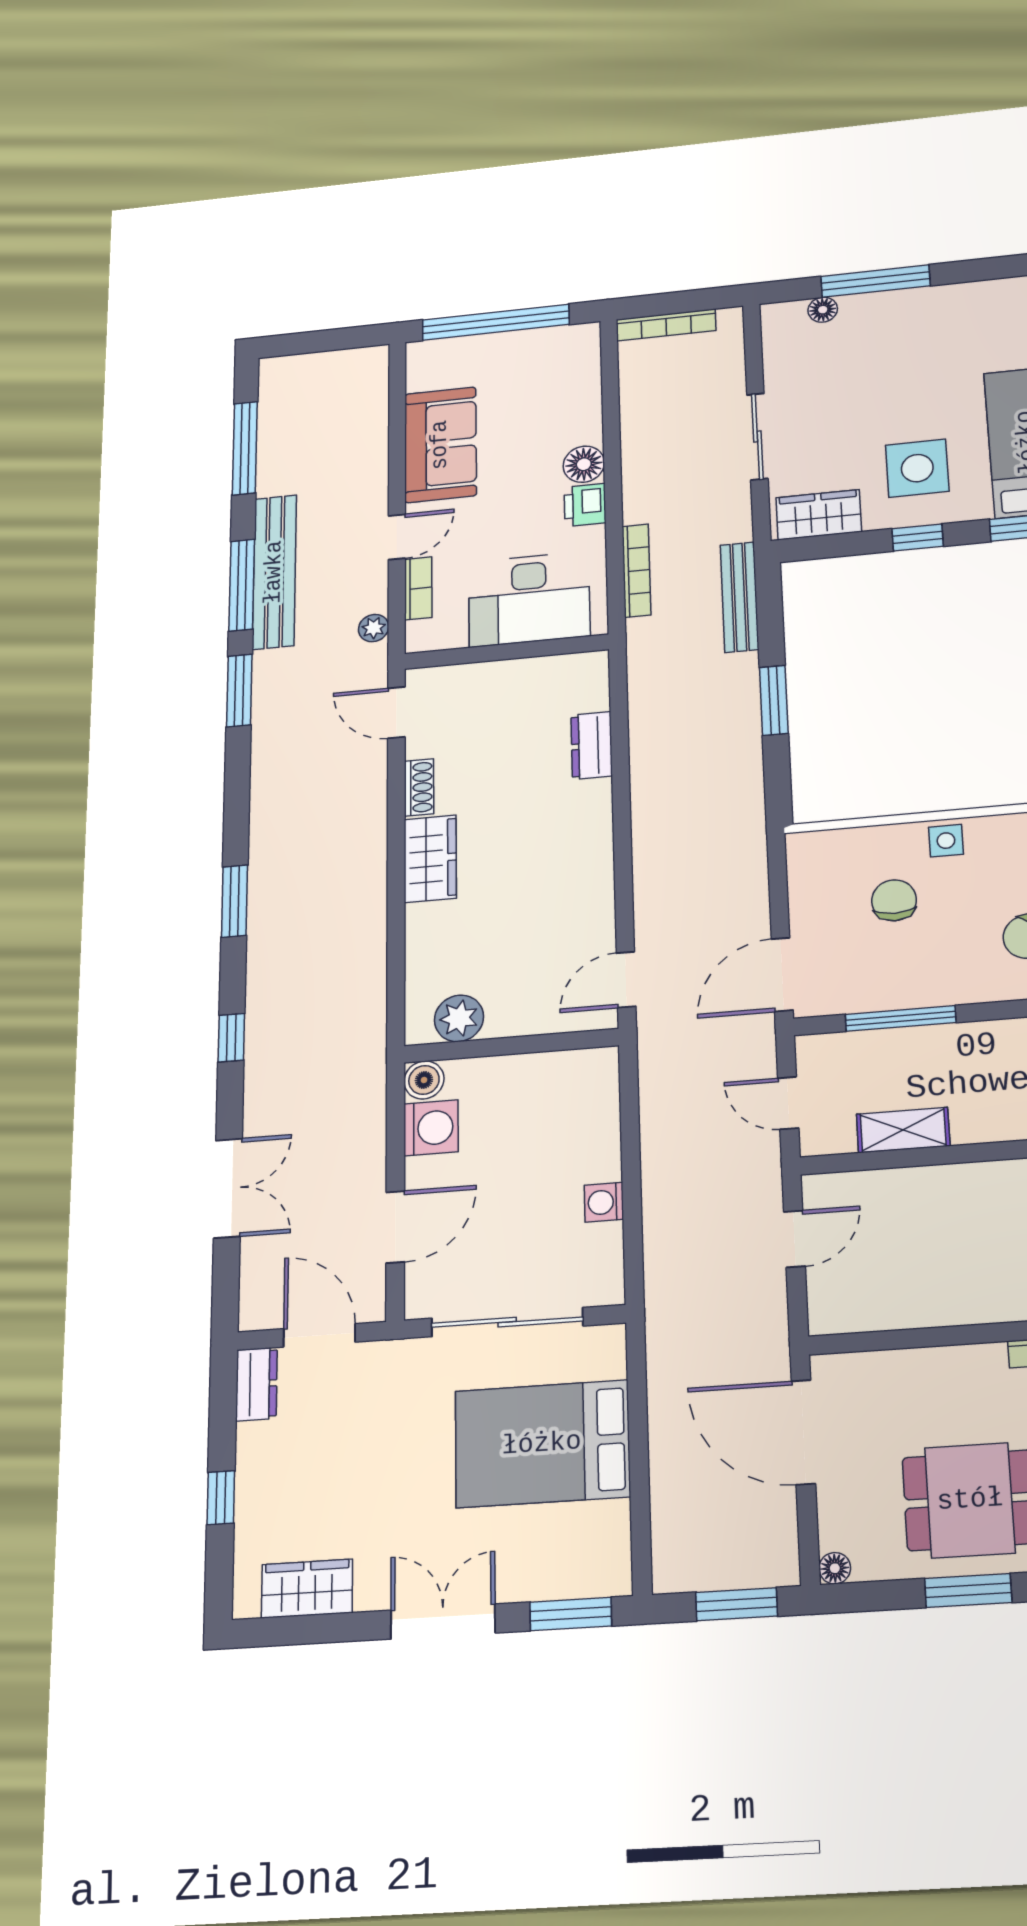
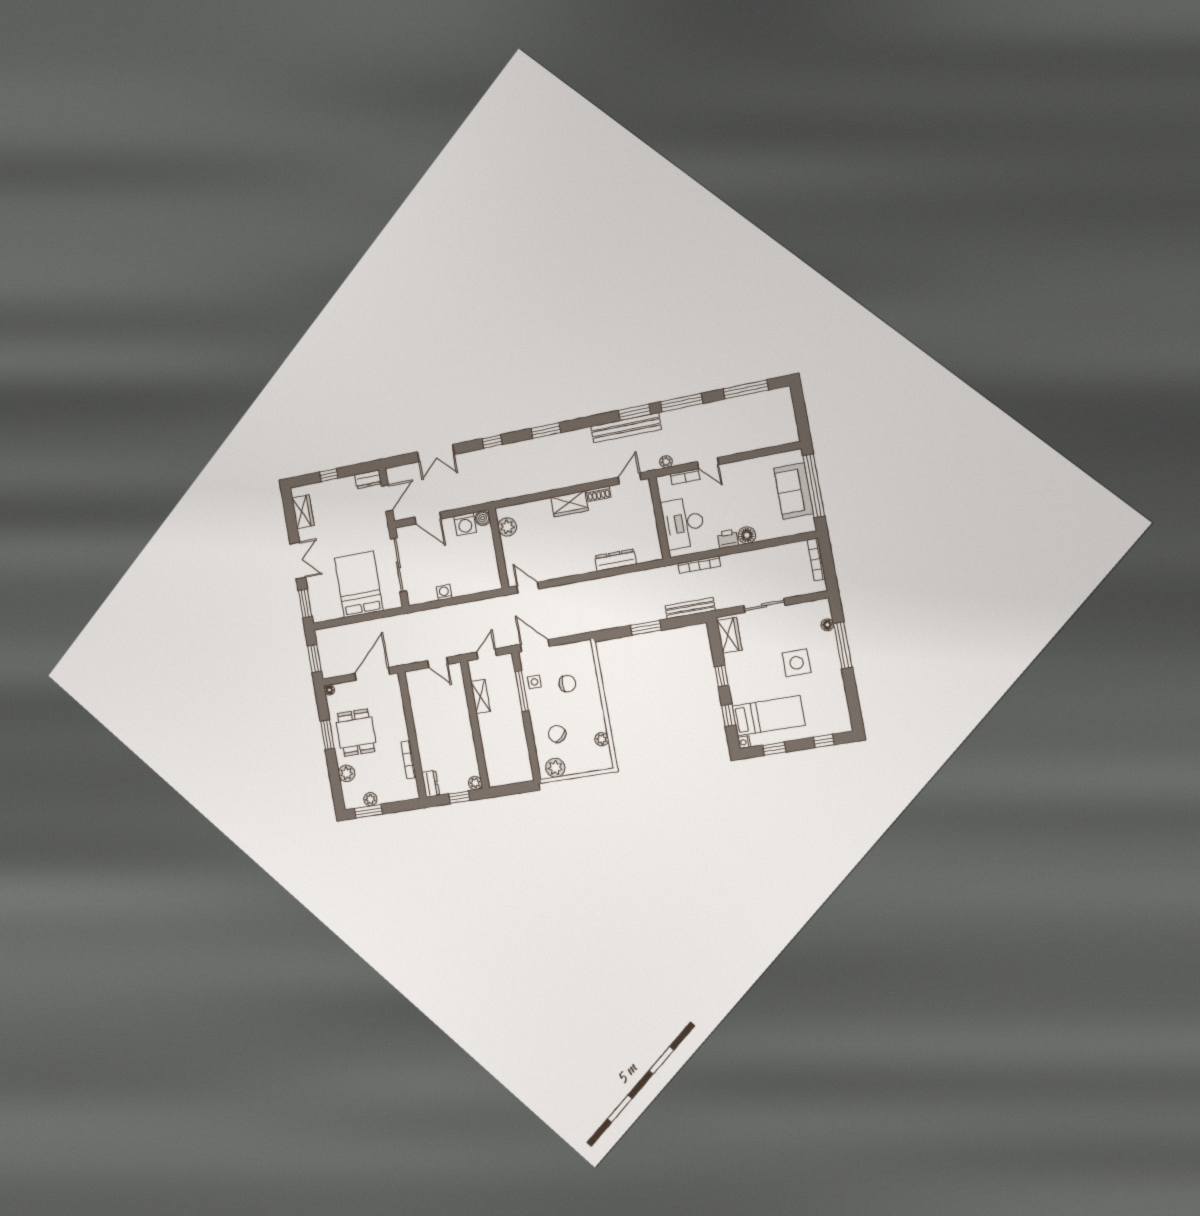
sofa: (440, 445) -> (794, 491), moved, turned 90
side table: (917, 468) -> (797, 663), moved
bench: (274, 572) -> (626, 428), moved
dresser: (592, 745) -> (615, 560), width x1.44
side table: (946, 841) -> (534, 682), moved

